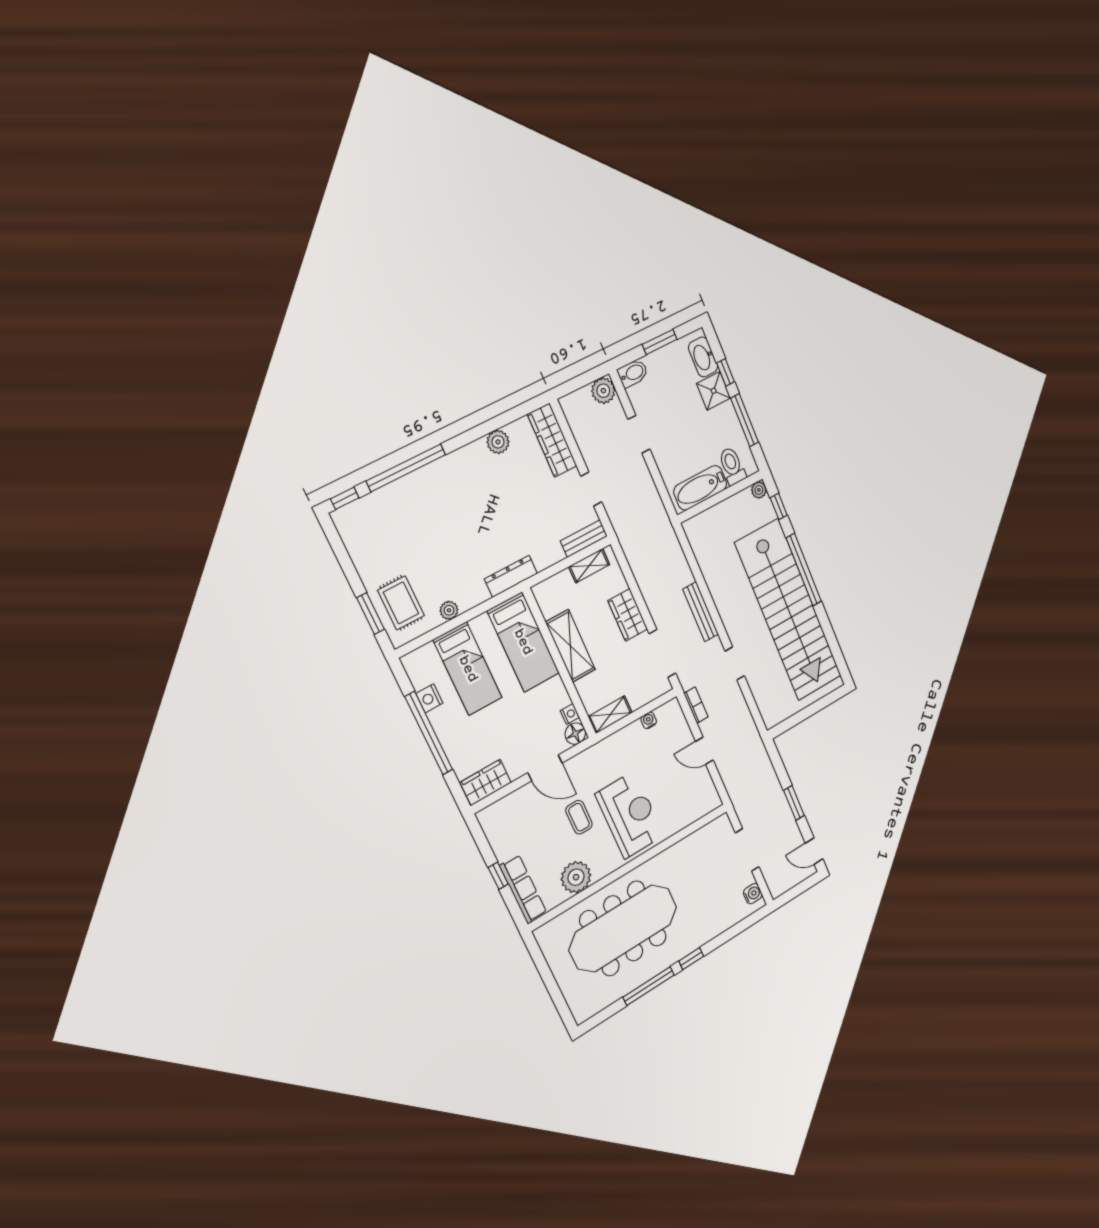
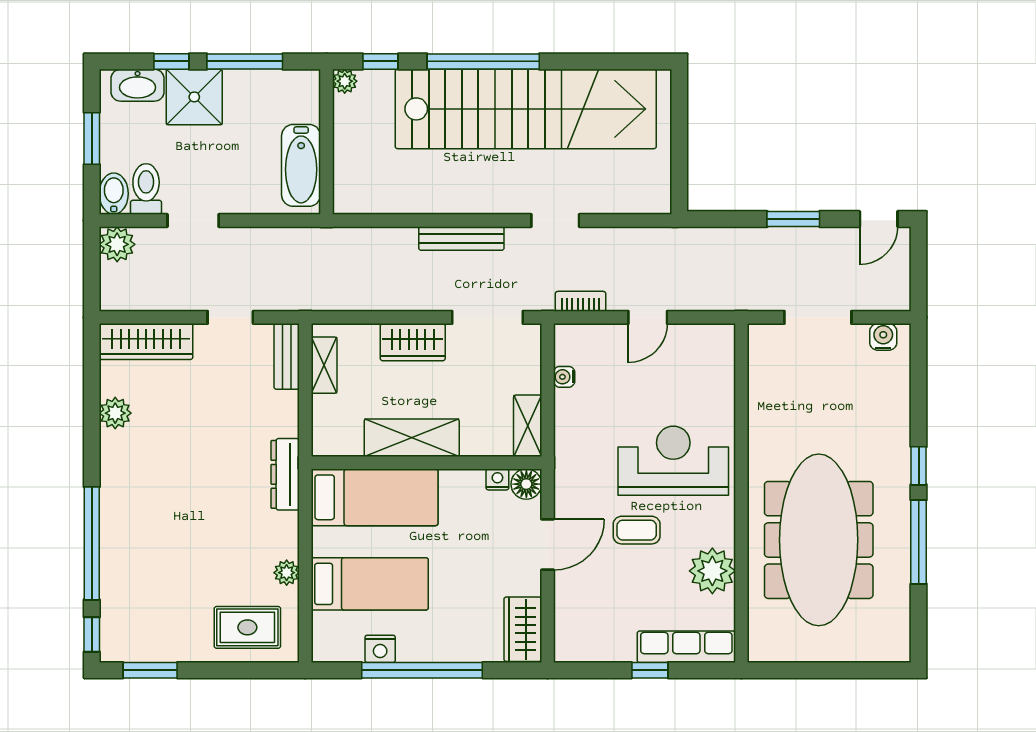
shower: (714, 391) -> (194, 97), width x1.36, depth x1.36
toilet: (732, 466) -> (146, 189), moved, turned 90
window: (371, 614) -> (150, 670), moved

